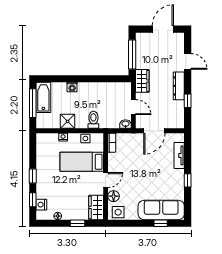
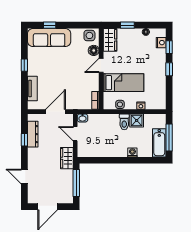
dresser: (179, 86) -> (33, 134), moved
toilet: (93, 120) -> (124, 122), moved

